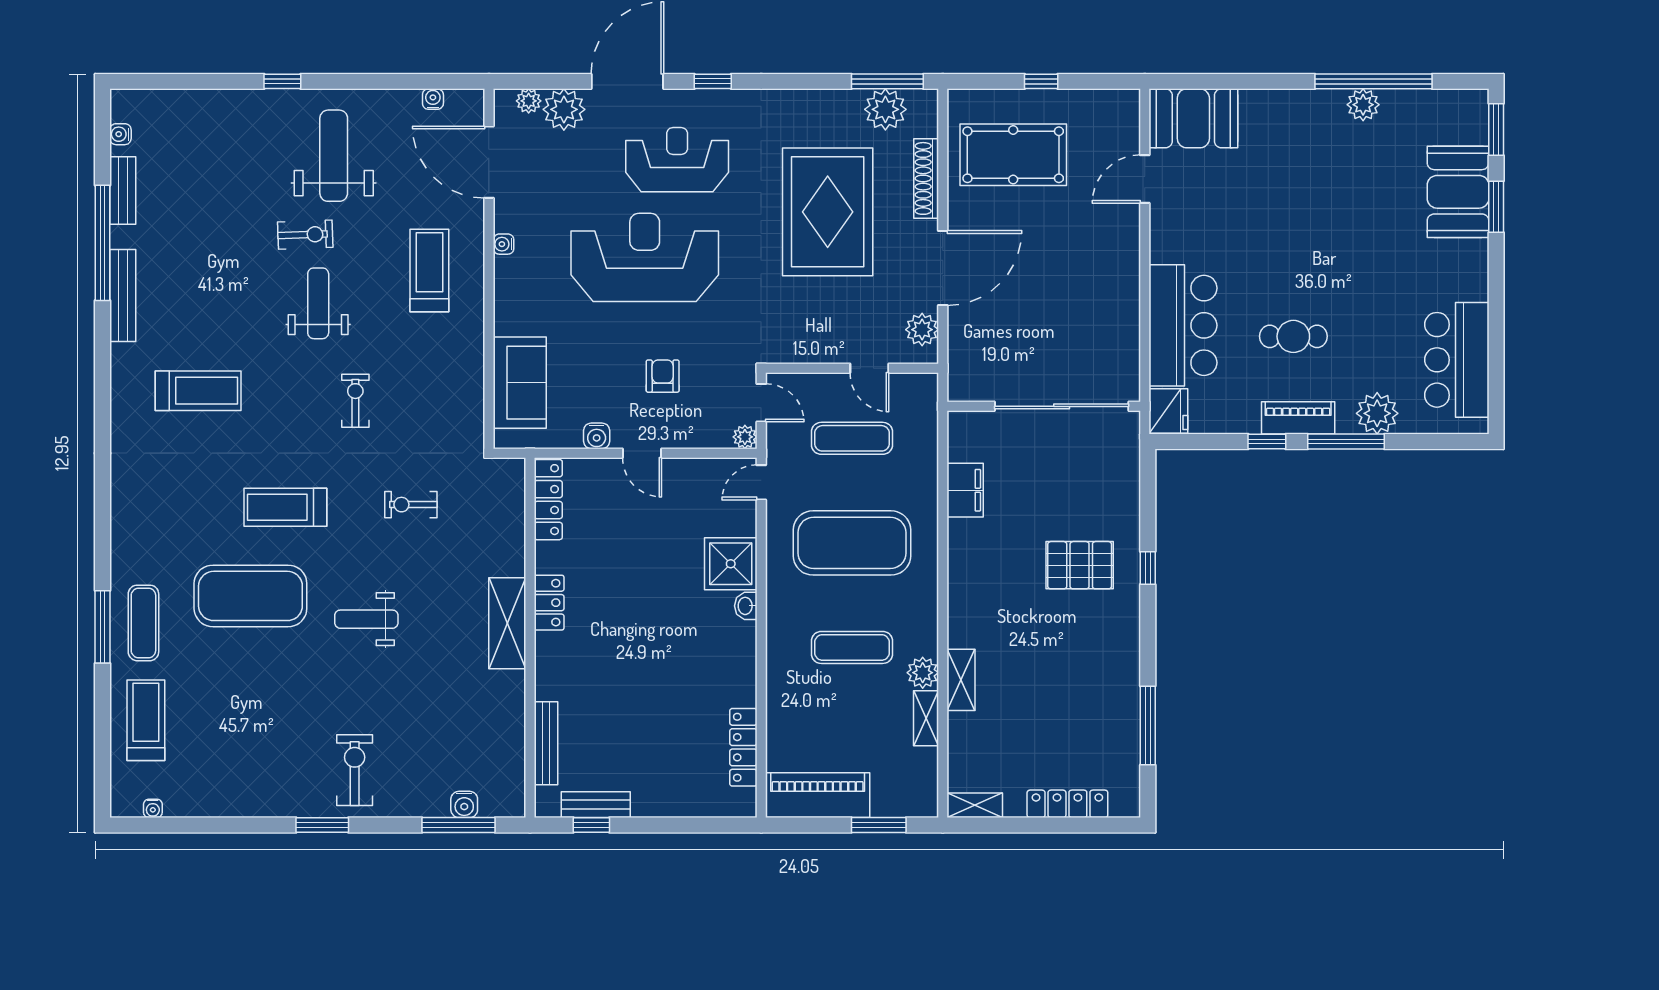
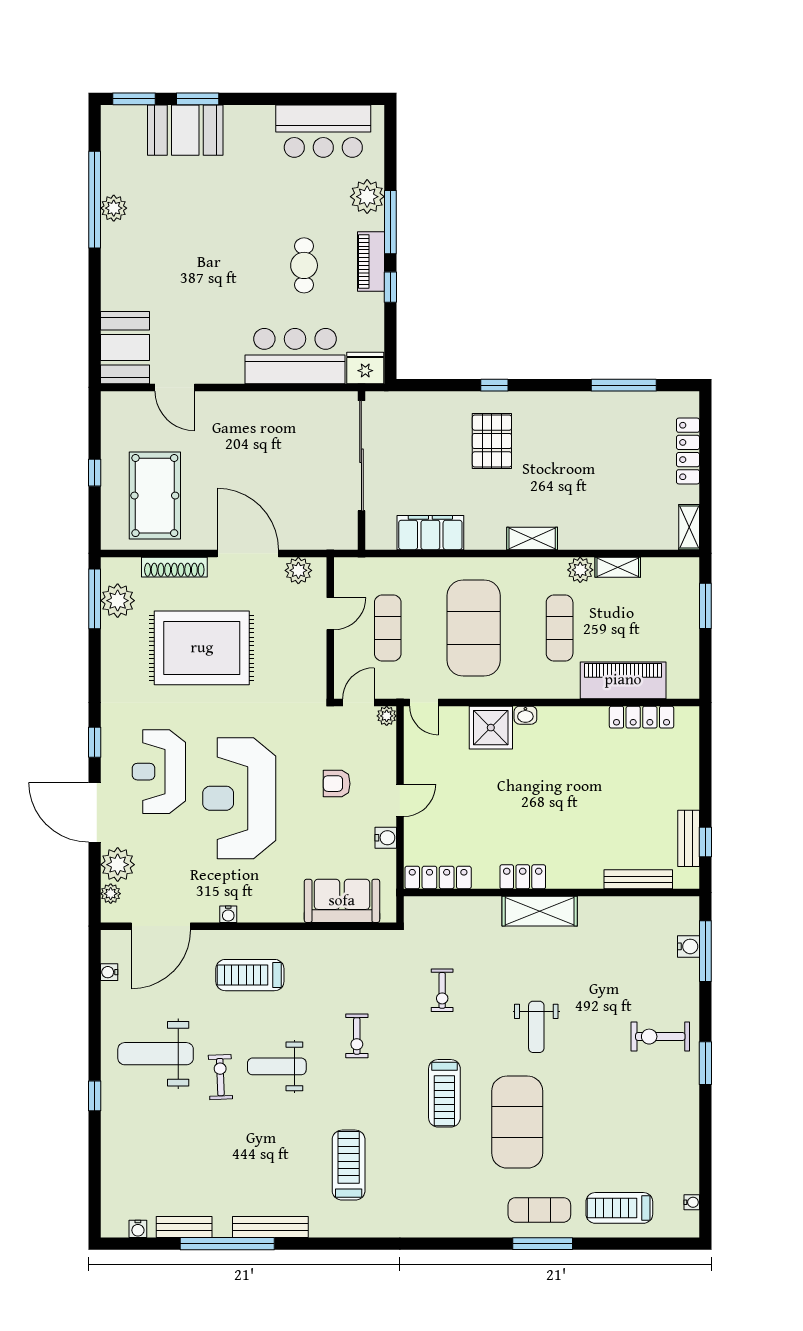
exercise bike: (355, 401) -> (357, 1036), turned -90
filing cabinet: (965, 490) -> (430, 533), width x1.50, depth x1.17
shelving: (961, 680) -> (532, 538), moved
piano: (818, 795) -> (623, 680), moved, turned 90

